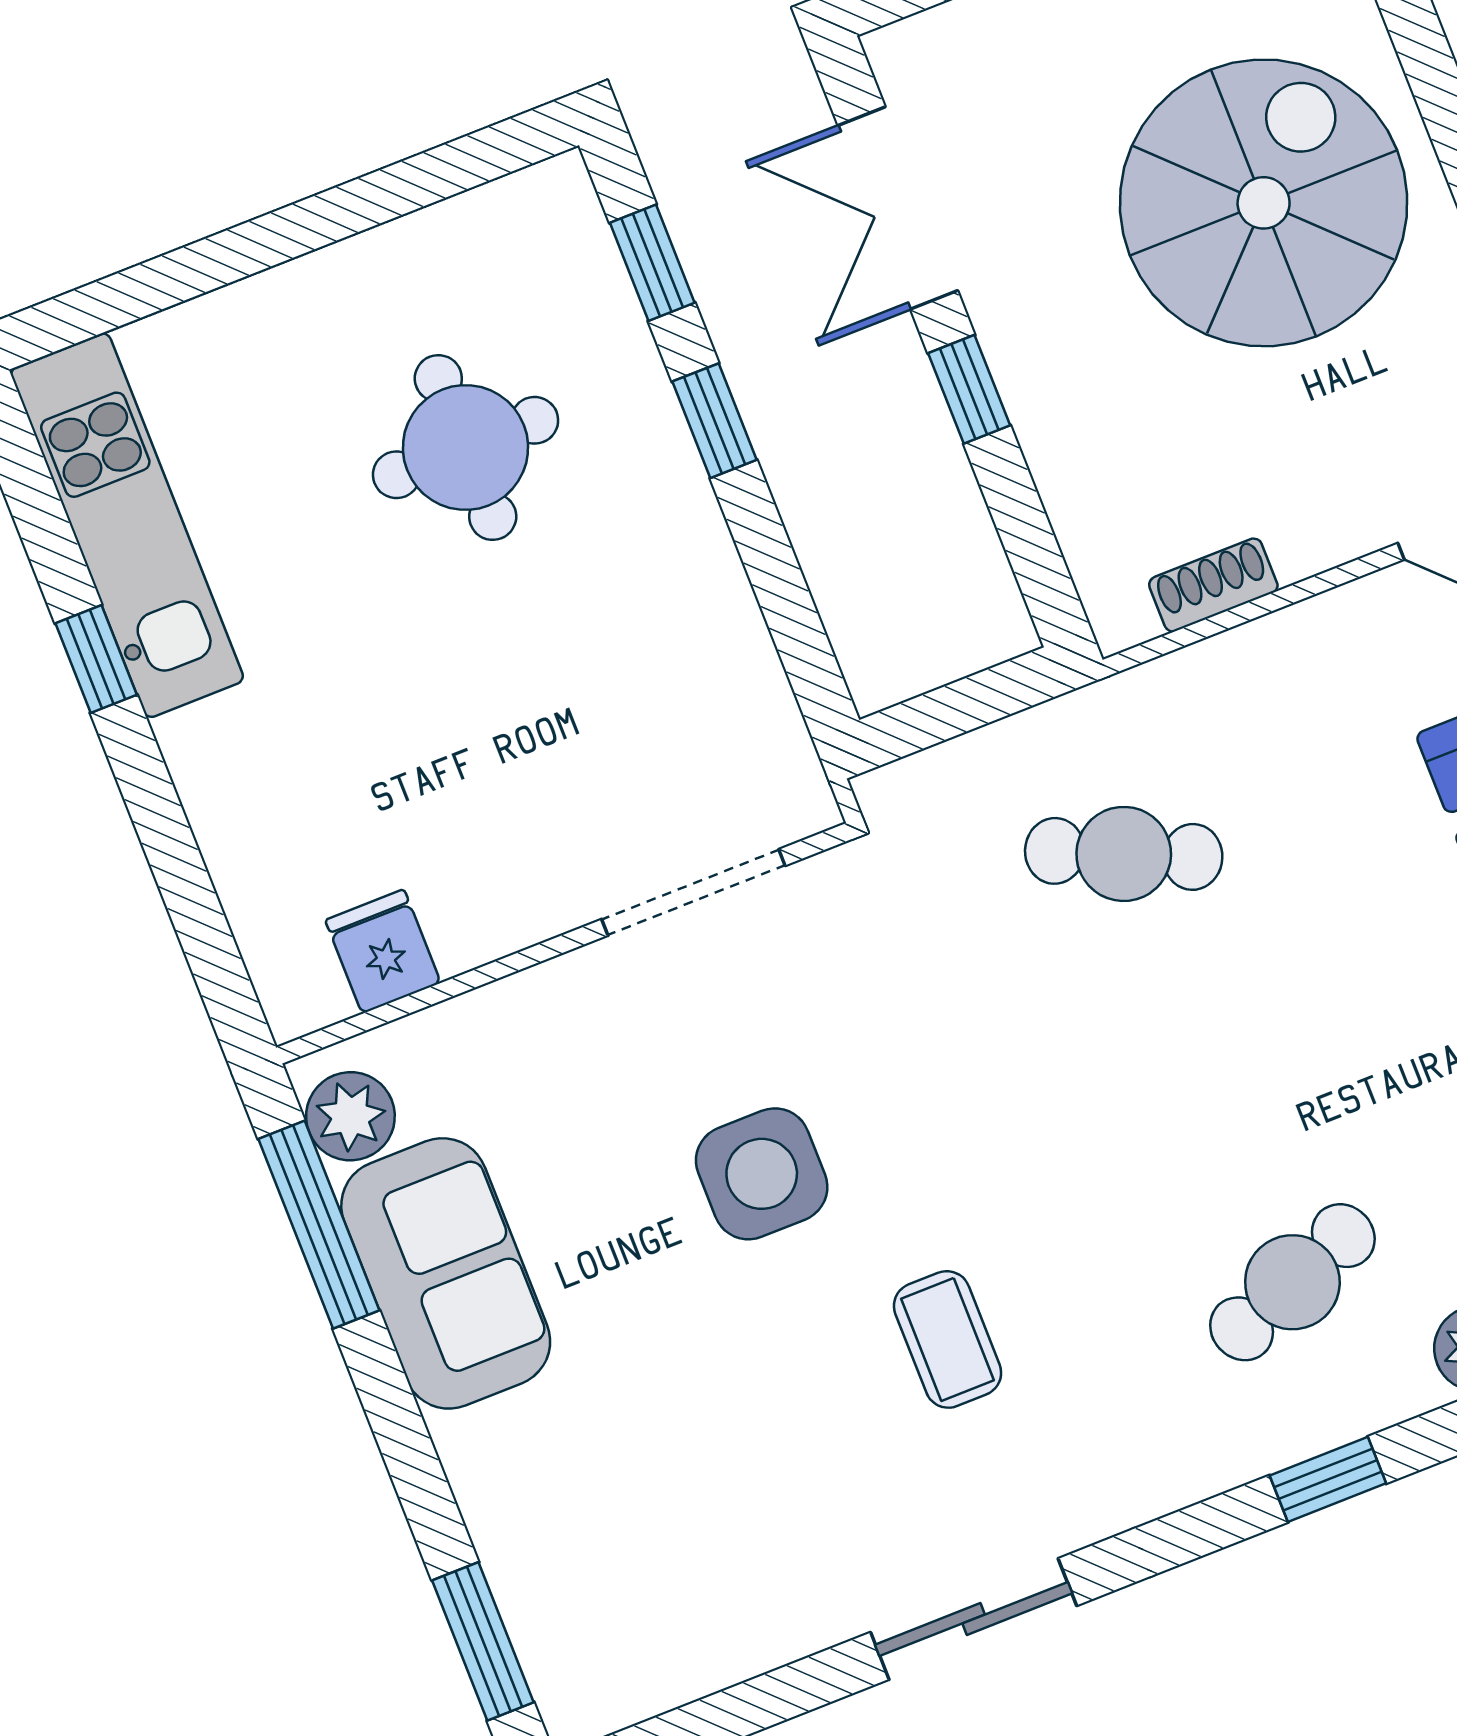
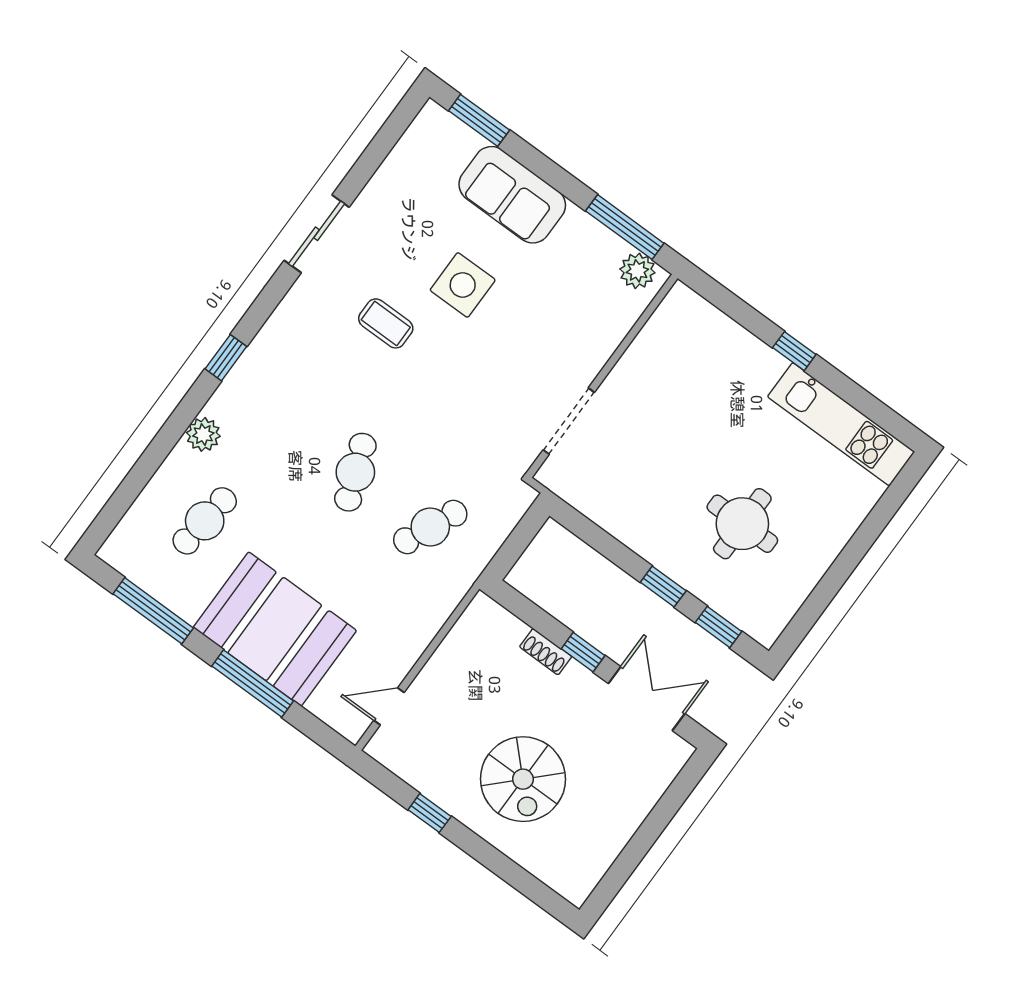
spiral stairs: (1264, 203) -> (523, 779), width x0.73, depth x0.73
shoe rack: (1213, 585) -> (546, 652), moved, turned 90
window: (96, 659) -> (794, 351), moved
fridge: (383, 951) -> (662, 334), removed
side table: (762, 1174) -> (463, 285), moved
sofa: (446, 1273) -> (512, 195), moved
cafe table: (1292, 1282) -> (355, 472), moved

